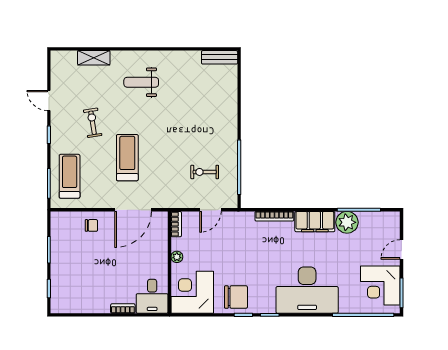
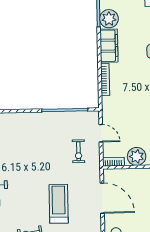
treadmill: (127, 158) -> (59, 204), turned 90
exercise bike: (205, 172) -> (78, 151), moved
plant: (177, 257) -> (137, 156), width x1.87, depth x1.87

